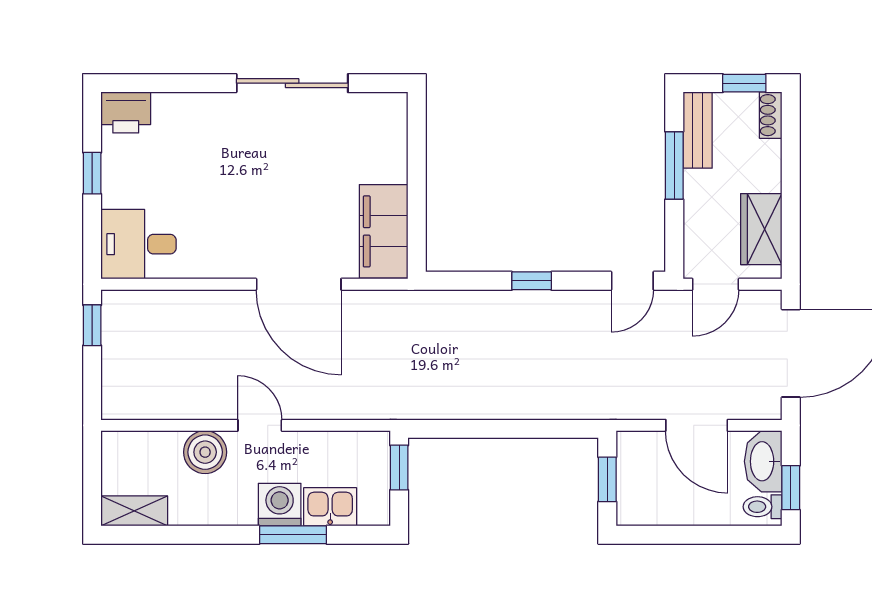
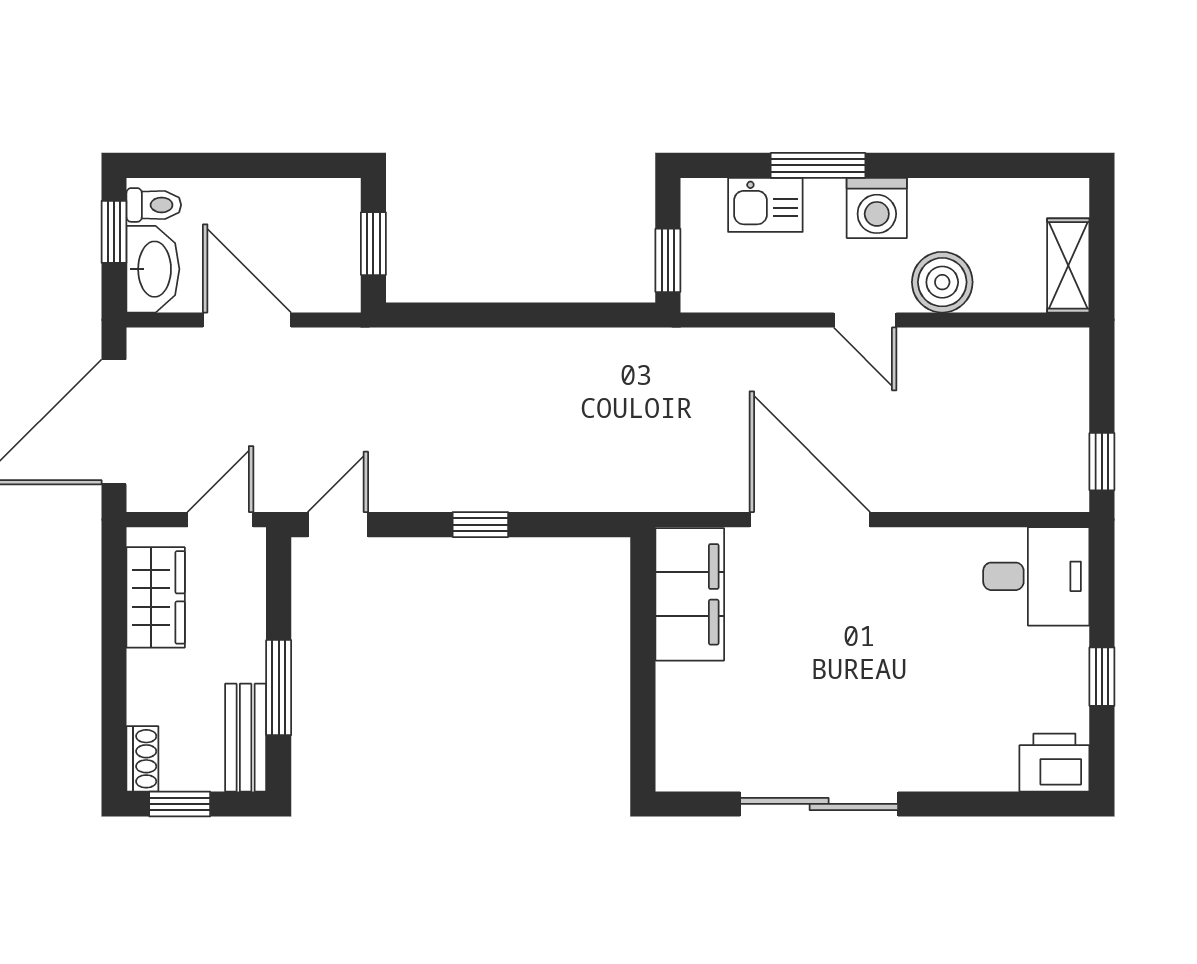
washing machine: (280, 505) -> (877, 208), moved
shelving: (134, 511) -> (1068, 265), moved, turned 90

